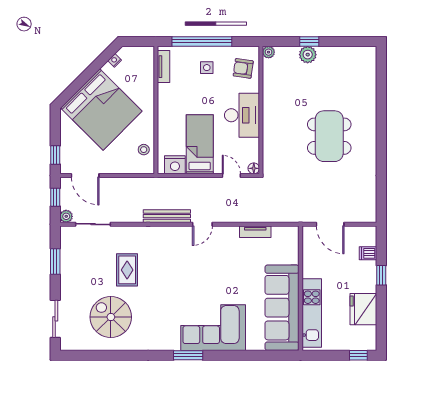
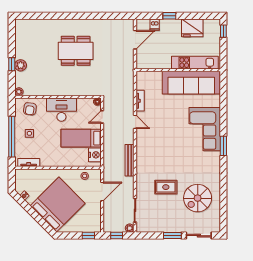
door: (85, 175) -> (102, 192), moved
door: (202, 224) -> (135, 122), moved
door: (330, 224) -> (135, 40), moved
window: (55, 262) -> (172, 236), moved

